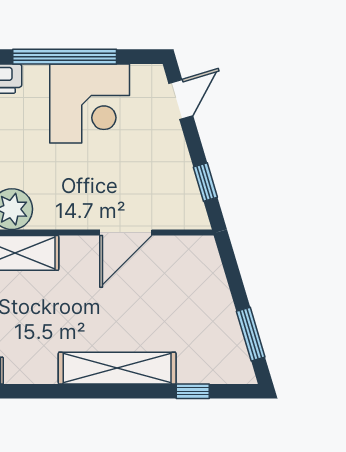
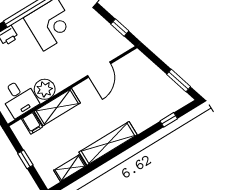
shelving: (117, 368) -> (108, 143), moved

